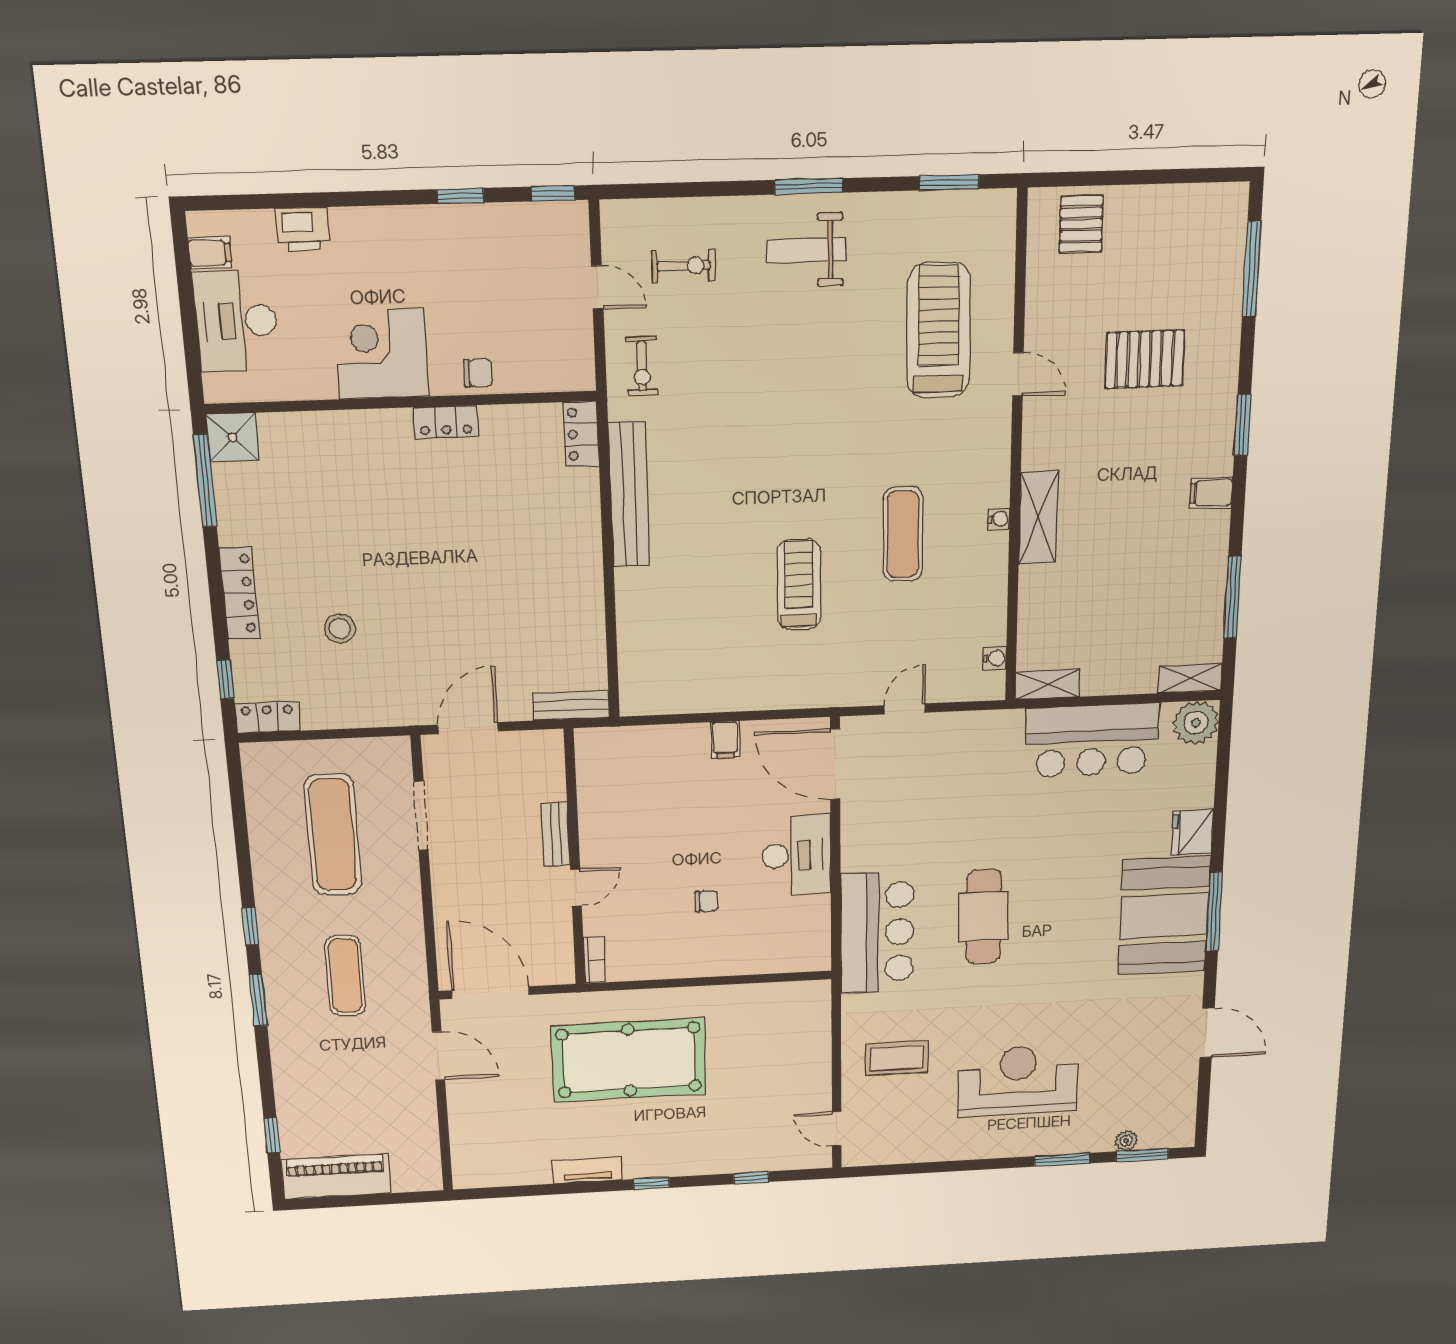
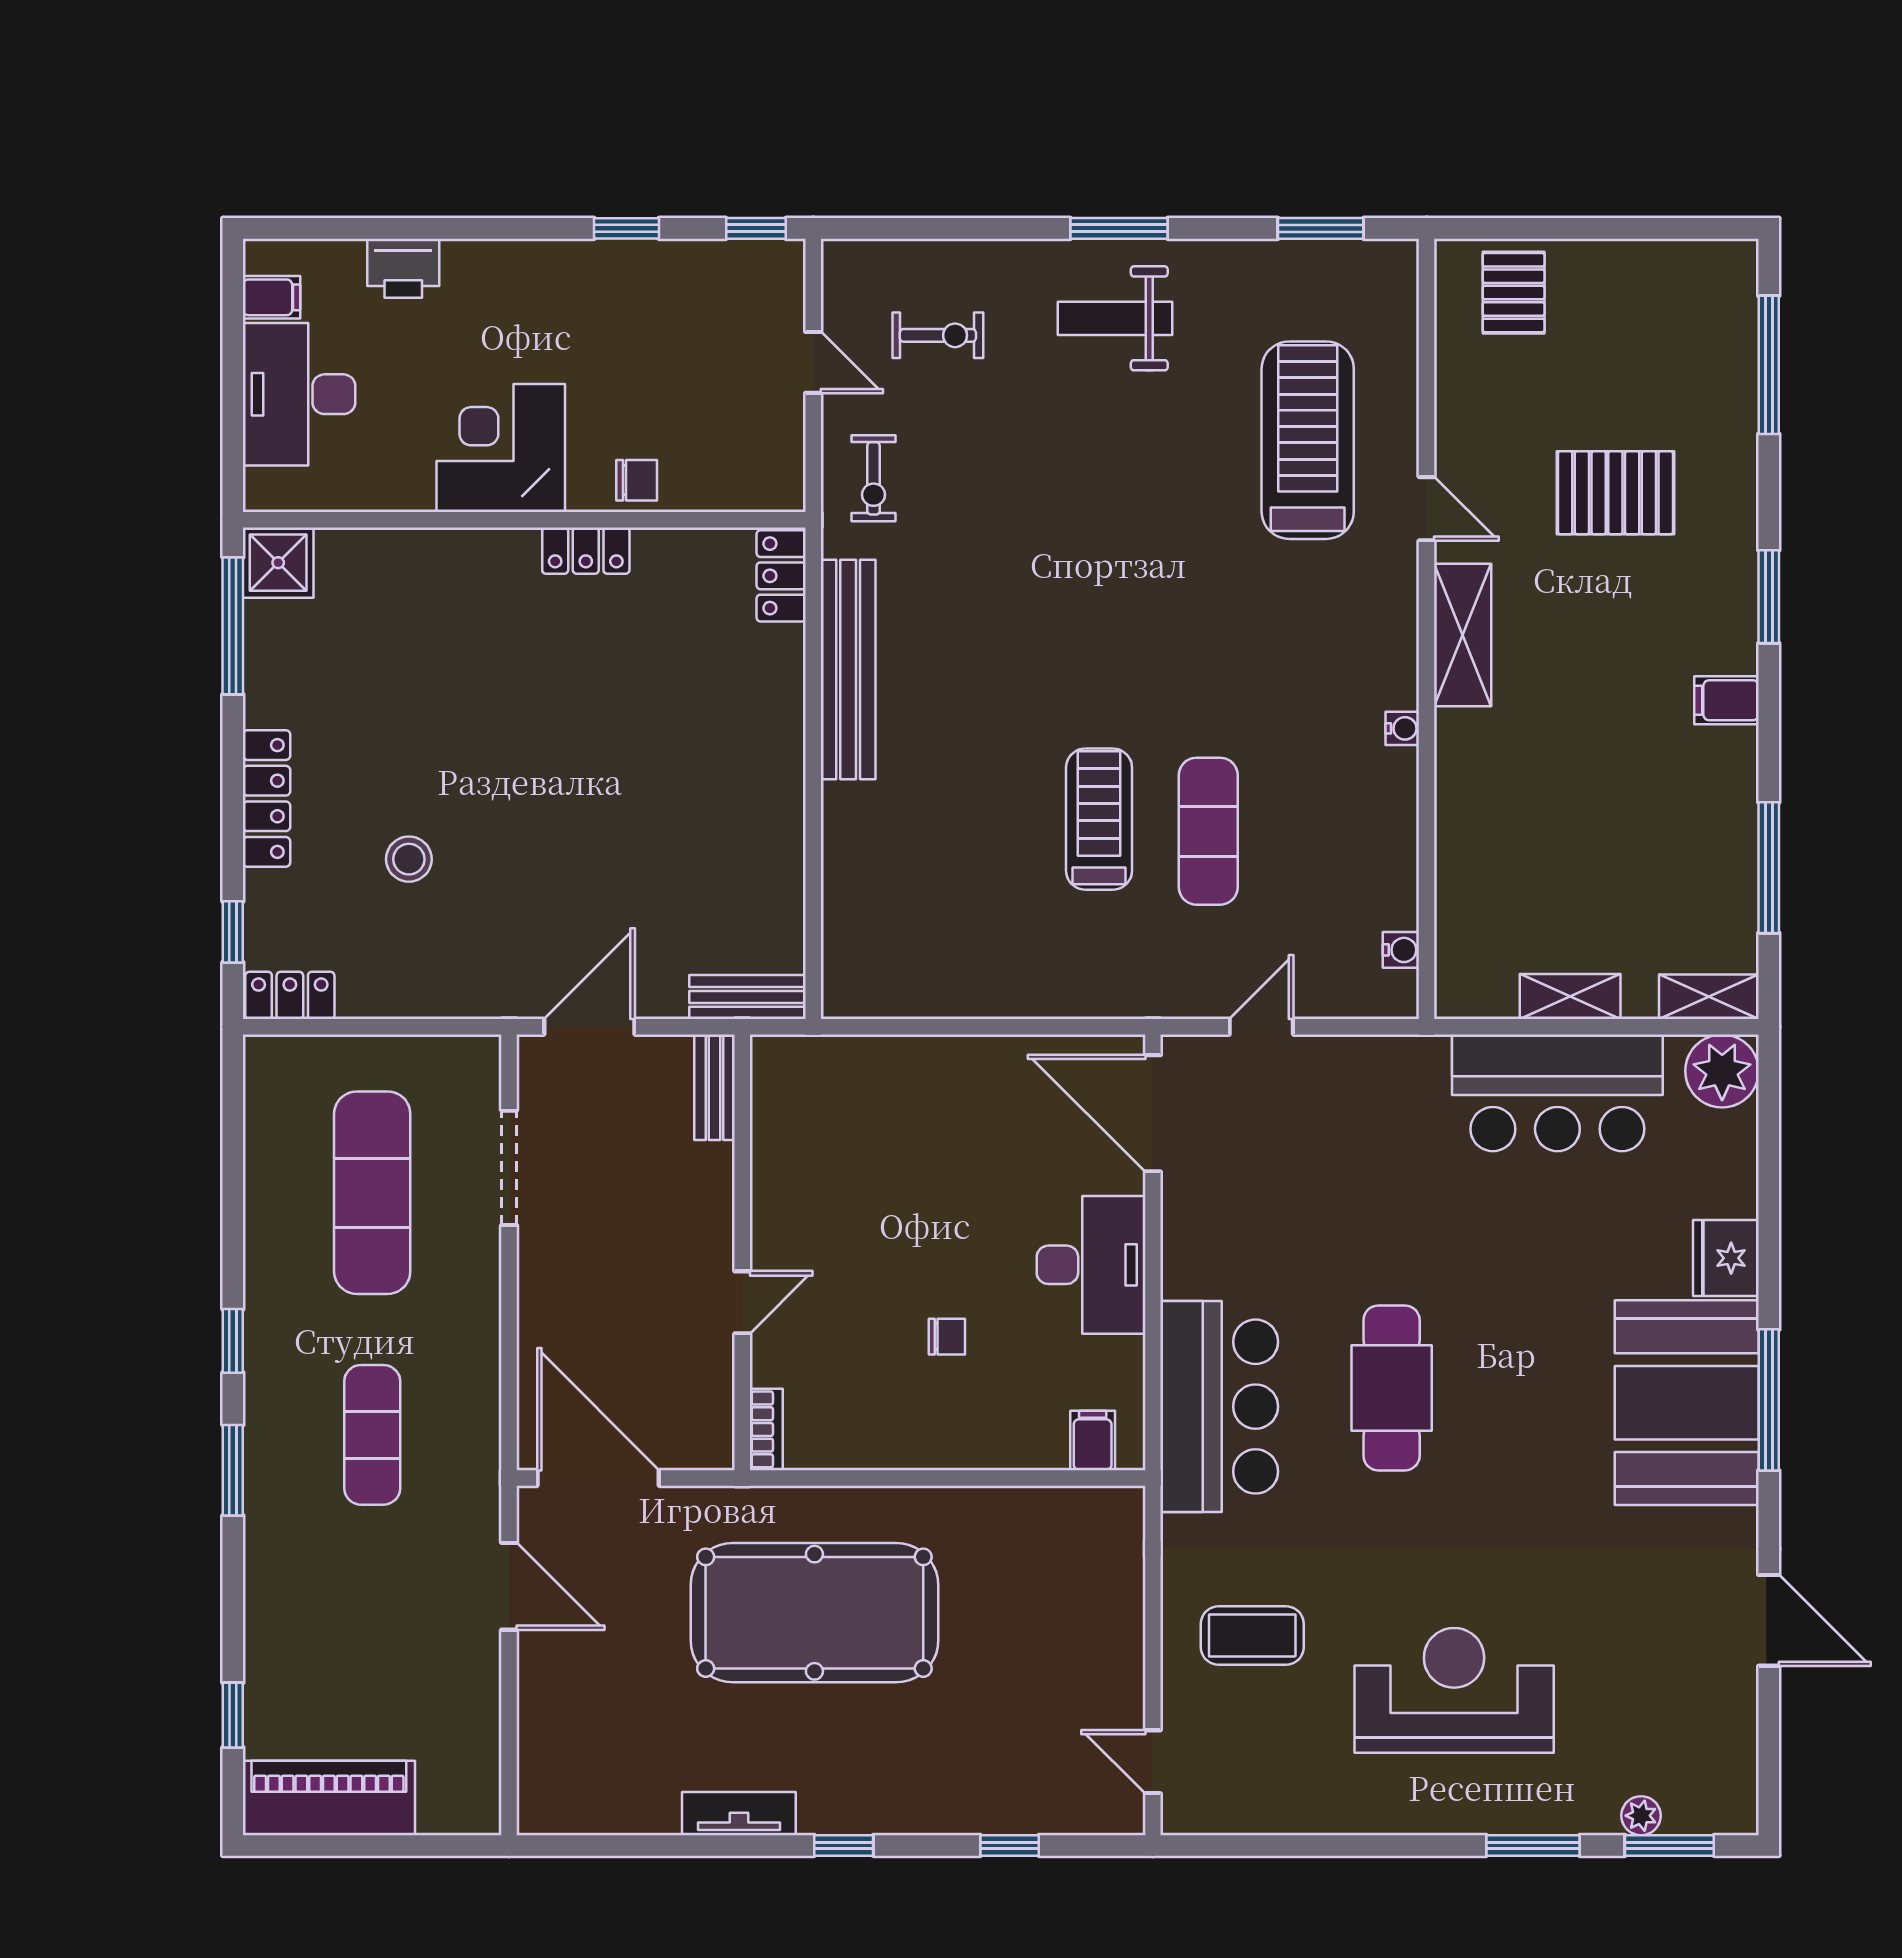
shelving: (1038, 518) -> (1463, 635), moved
exercise mat: (903, 534) -> (1208, 831), moved
shelving: (1048, 684) -> (1570, 997), moved
filing cabinet: (725, 740) -> (1093, 1441), moved, turned 180
bench: (556, 834) -> (714, 1087), moved

